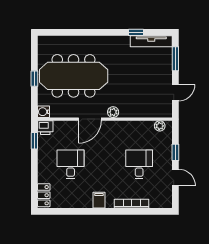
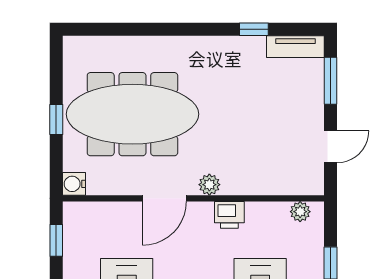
tv unit: (151, 41) -> (295, 47), width x0.71
printer: (45, 128) -> (229, 215), moved

